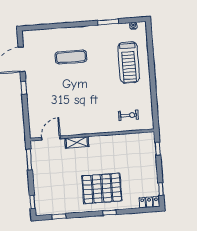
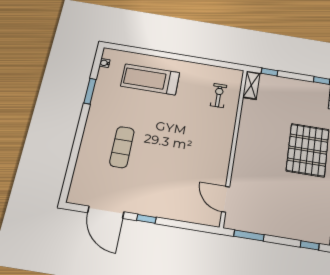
treadmill: (129, 62) -> (150, 79), turned 180
shelving: (77, 142) -> (251, 85), moved

